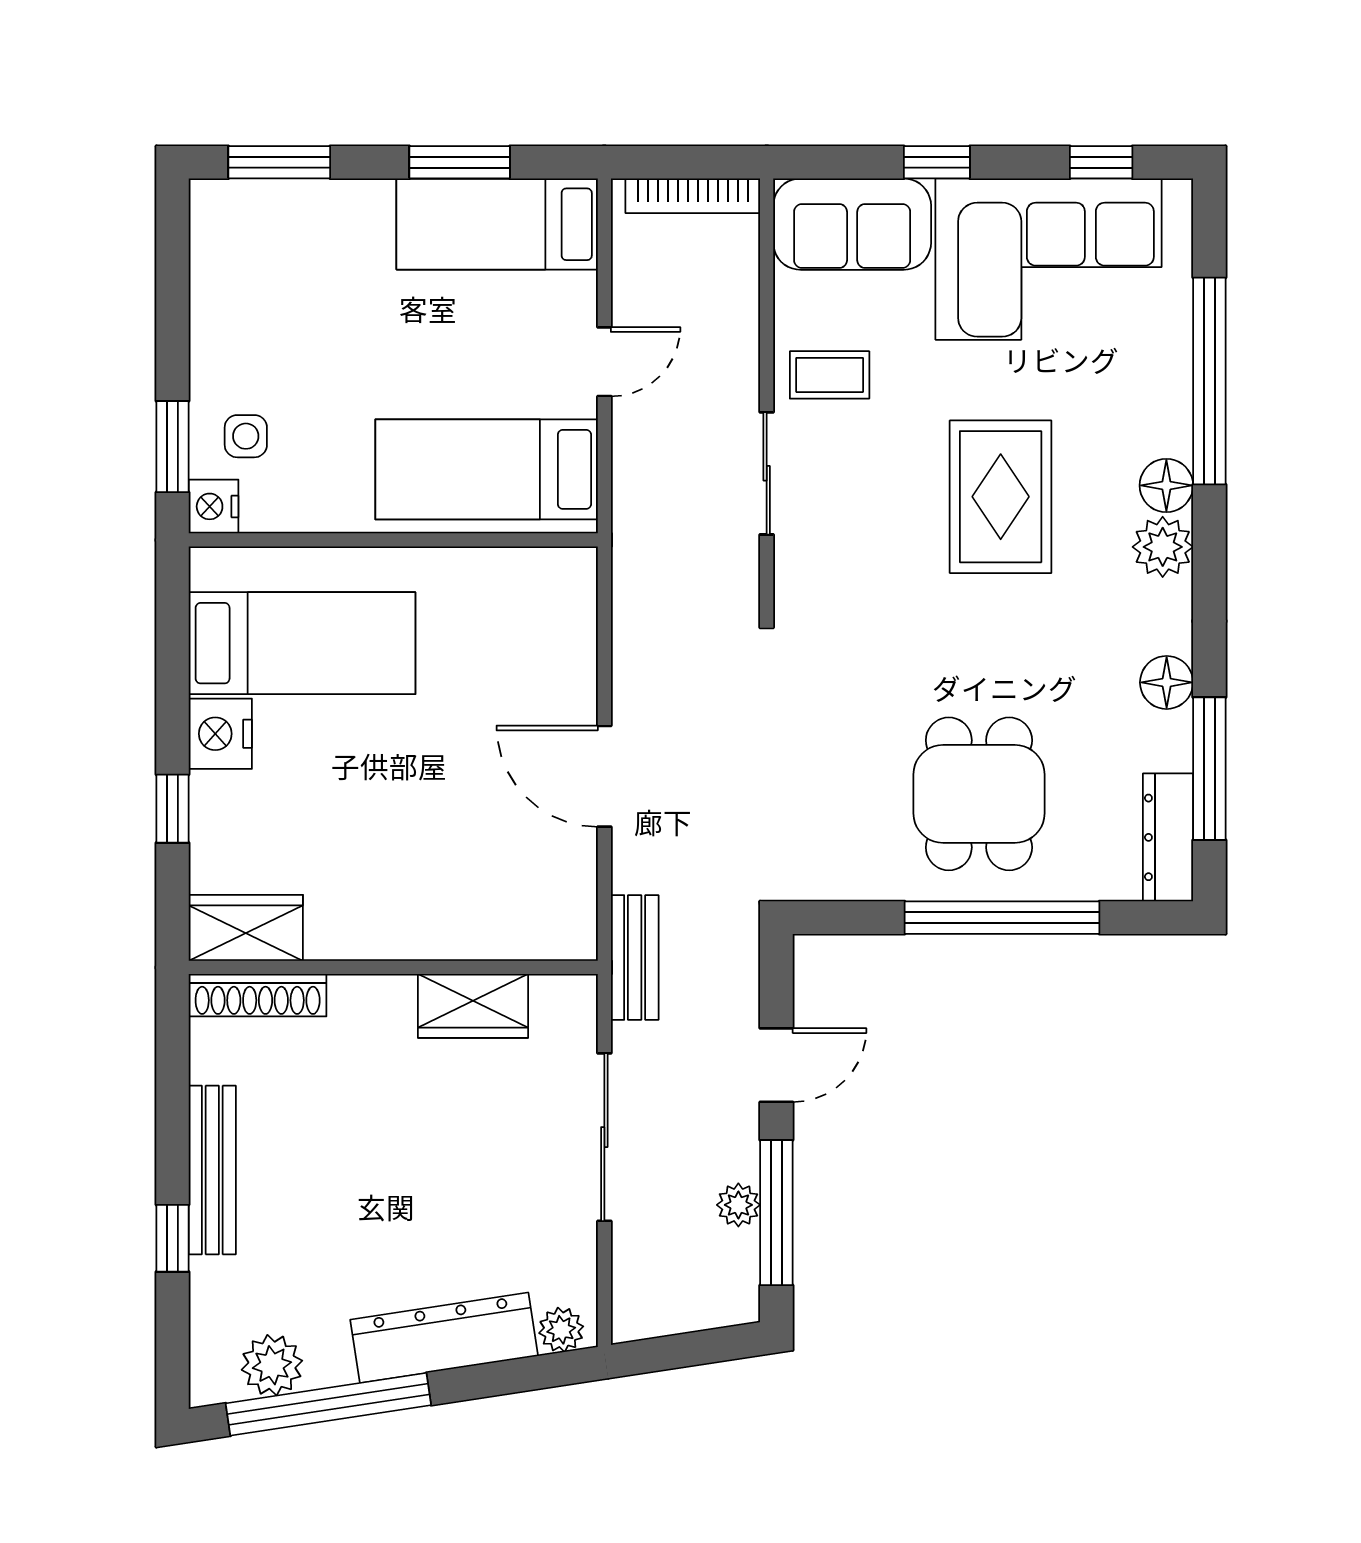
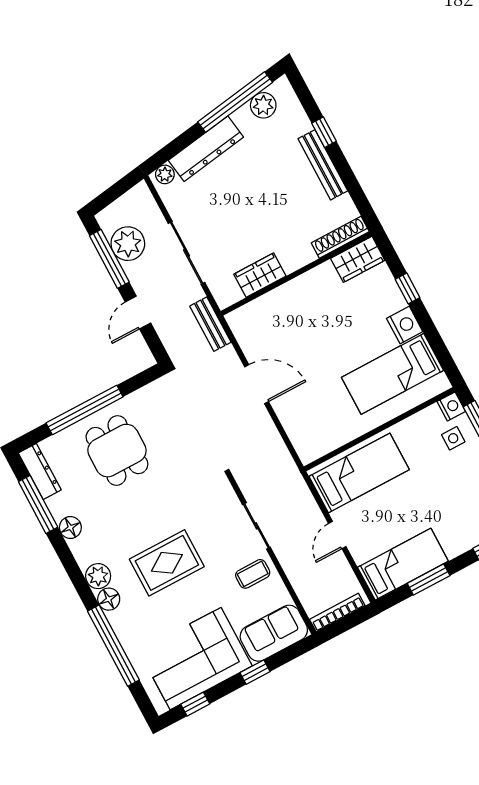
rug: (1001, 497) -> (167, 563), turned 90
plant: (738, 1205) -> (128, 244), width x1.88, depth x1.88

